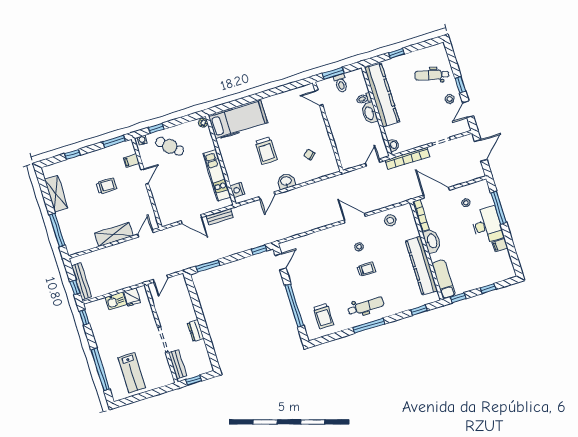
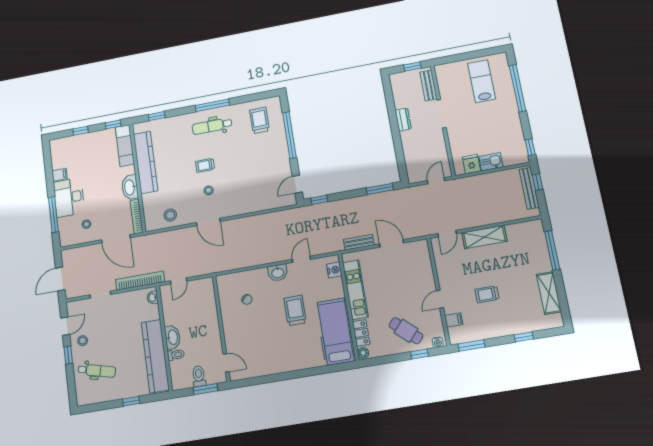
hospital bed: (238, 120) -> (336, 331), moved, turned 90
locker: (207, 139) -> (361, 333), added

